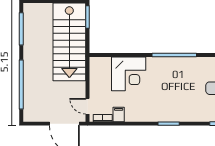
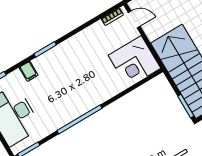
corner desk: (129, 74) -> (134, 62), moved, turned -90
filing cabinet: (119, 114) -> (29, 71), moved

